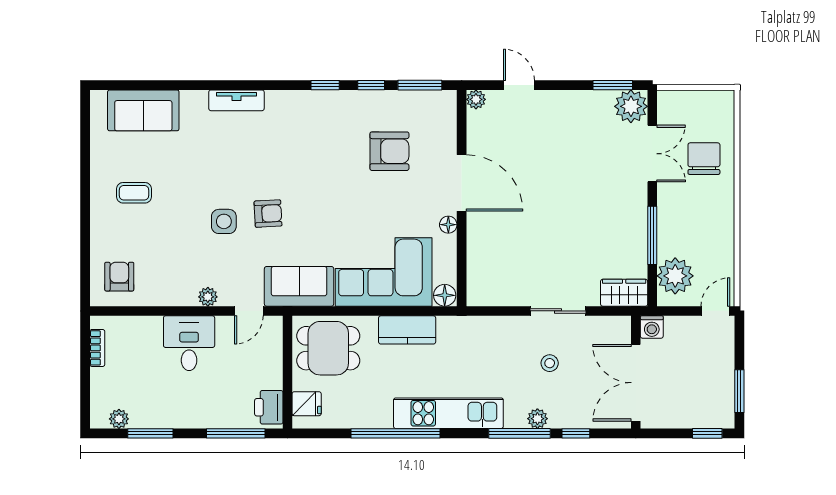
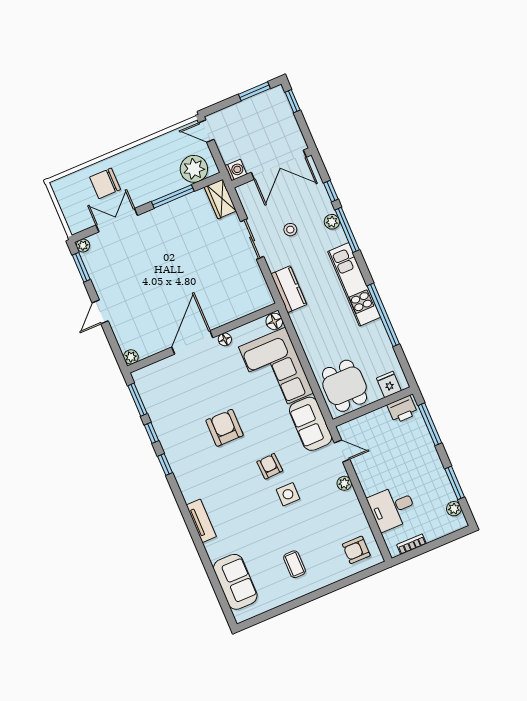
door: (519, 85) -> (100, 312), moved
plant: (631, 106) -> (83, 245), width x0.53, depth x0.53
armchair: (389, 151) -> (225, 428), moved
kitchen counter: (407, 330) -> (289, 289), moved
desk: (189, 343) -> (392, 508), moved

